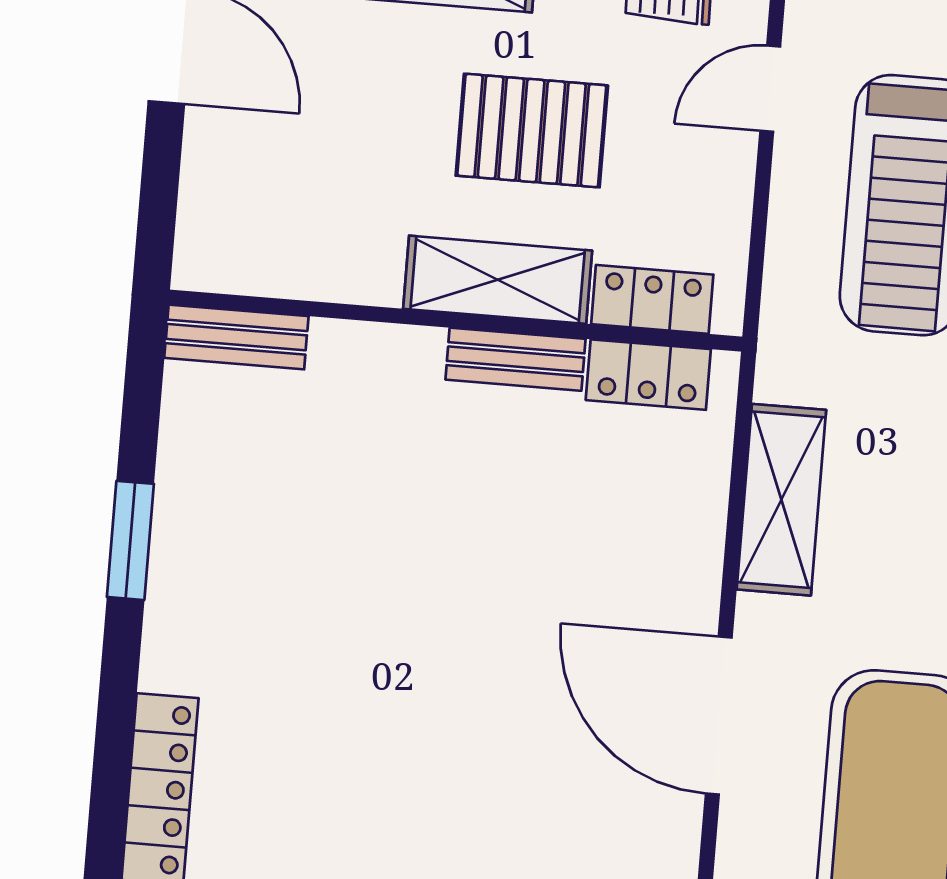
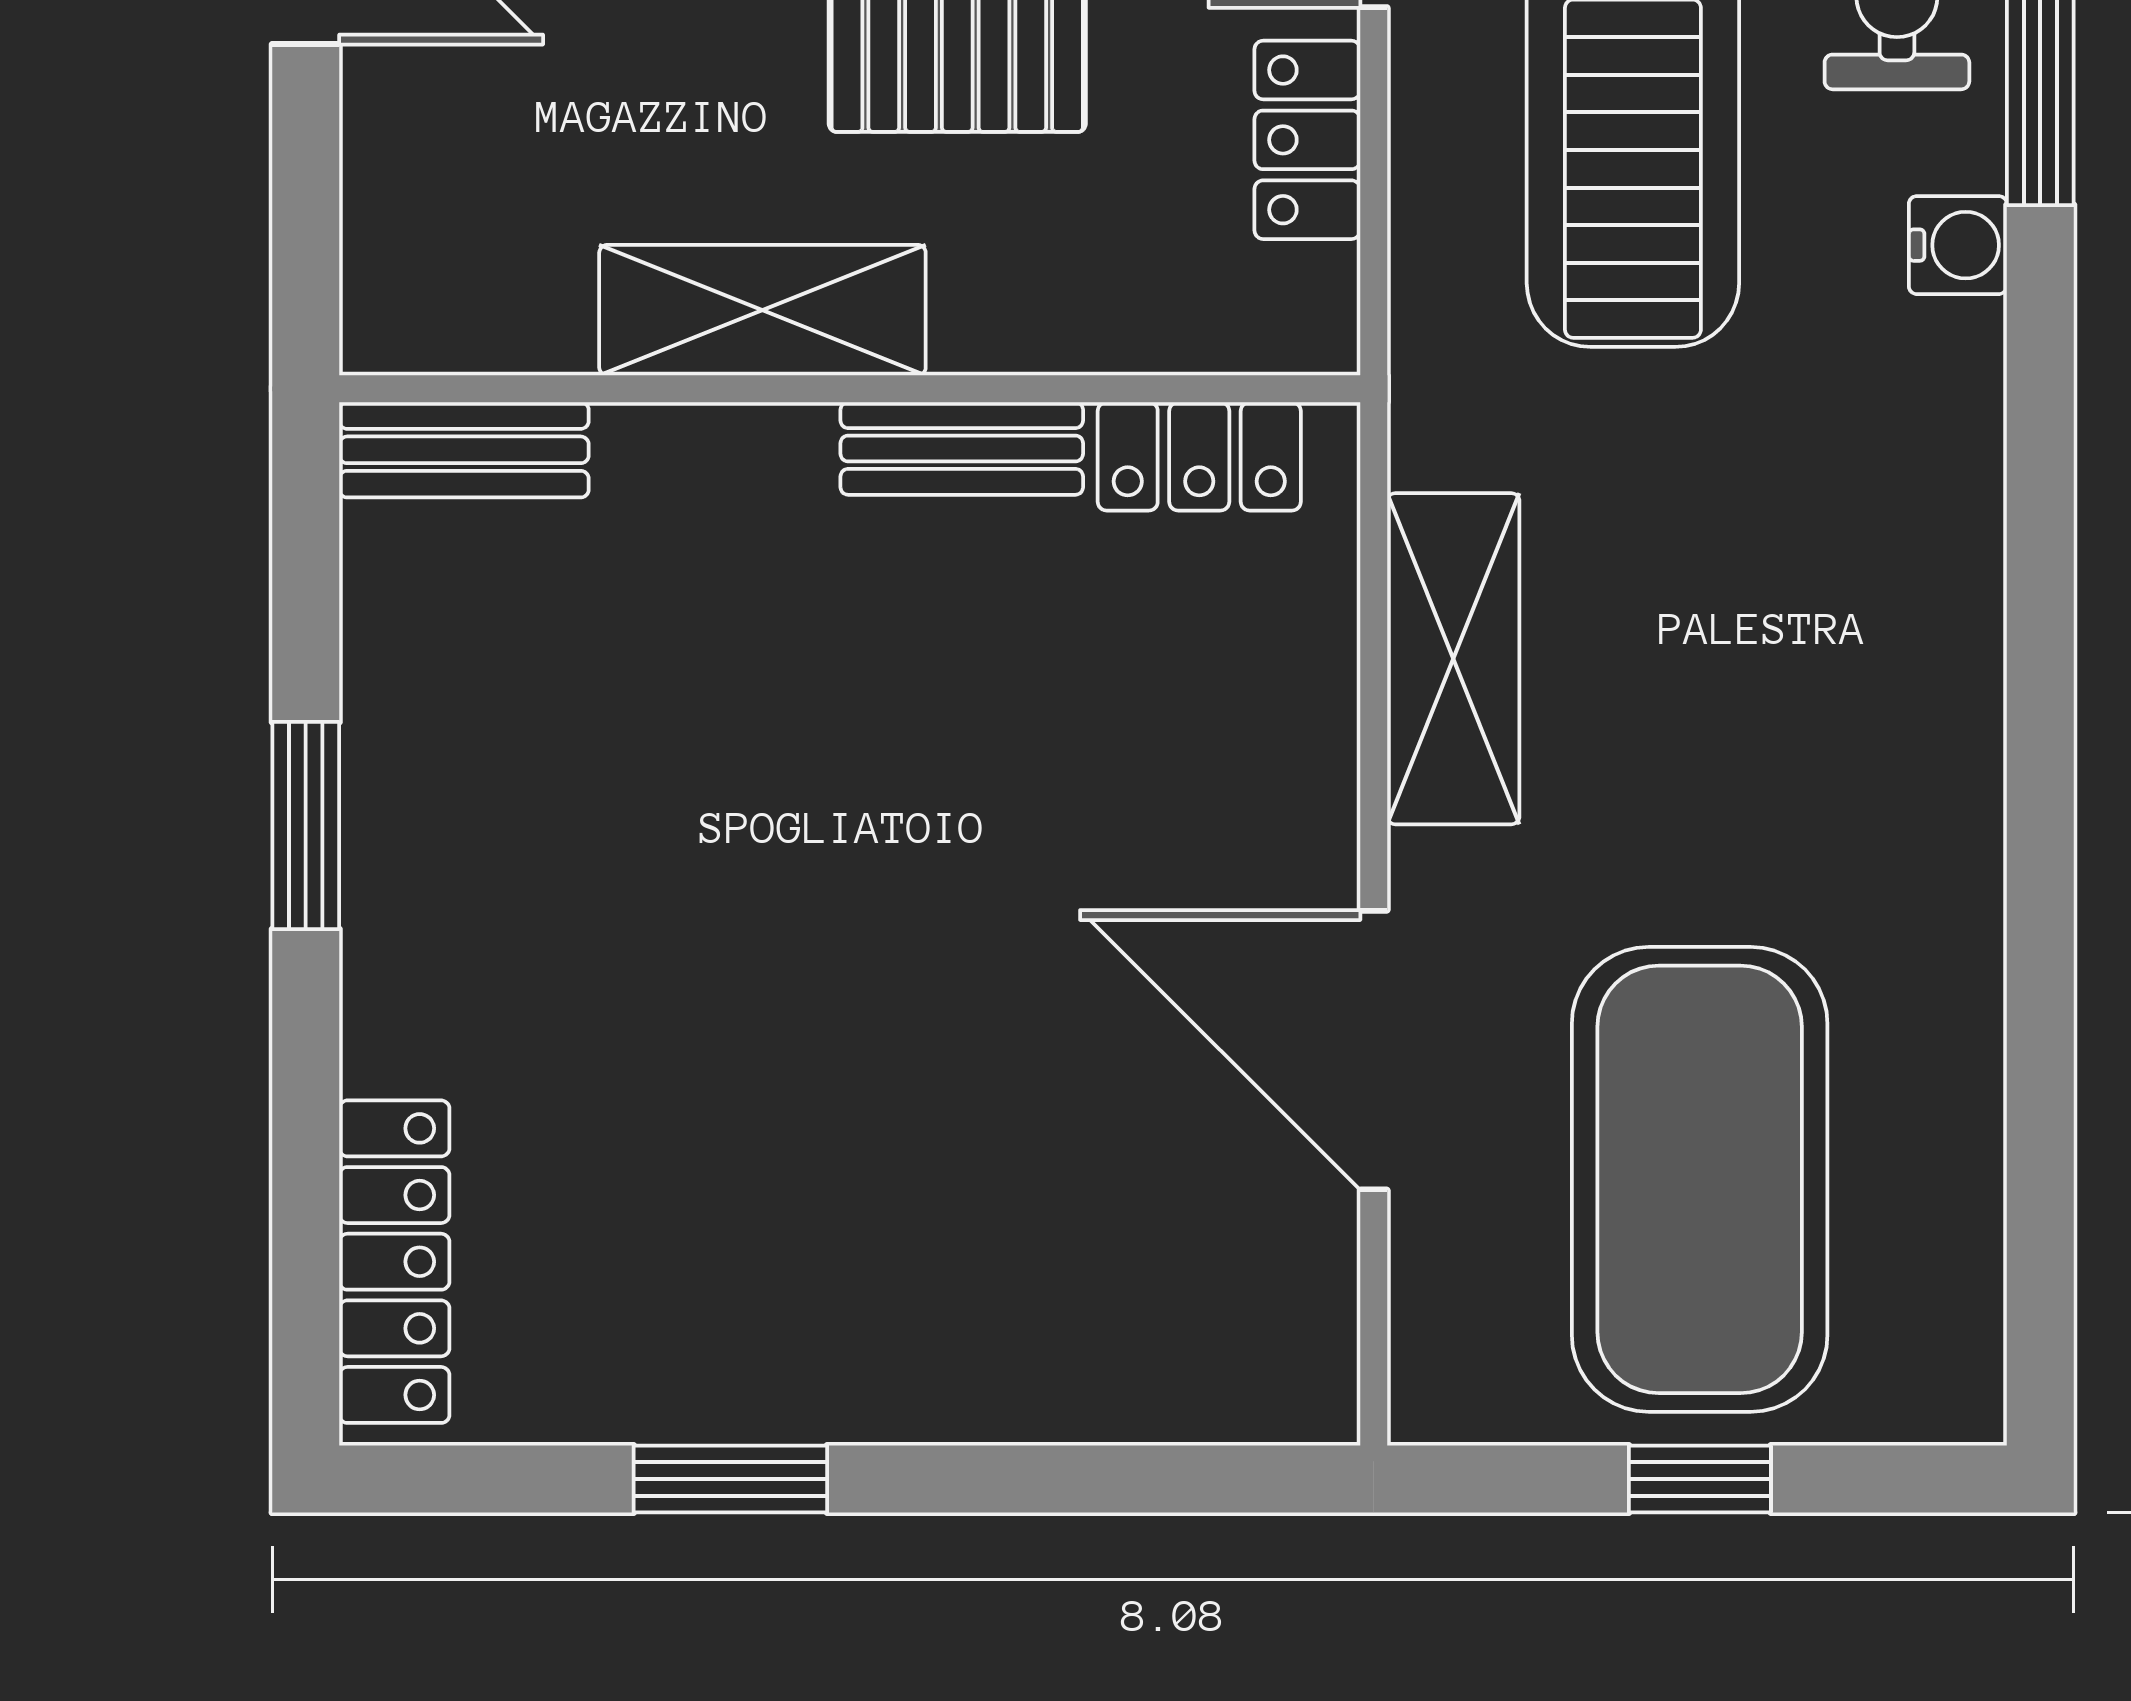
shelving: (498, 280) -> (762, 310), moved
locker: (652, 299) -> (1307, 140), moved, turned -90

